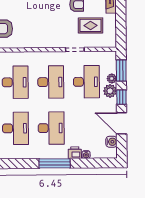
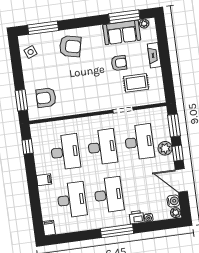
plant: (112, 79) -> (176, 213), moved

